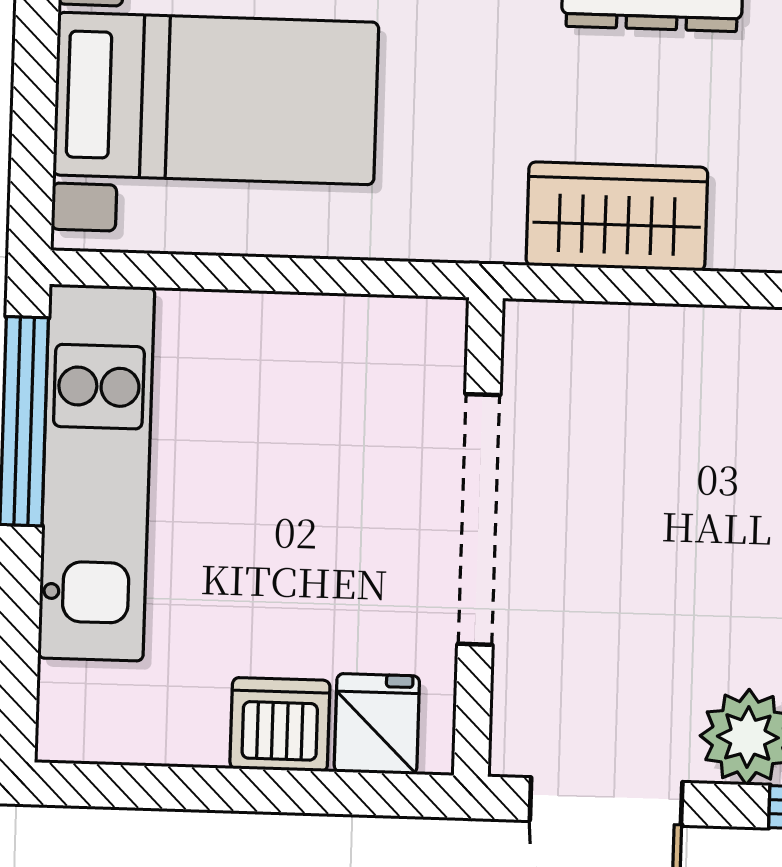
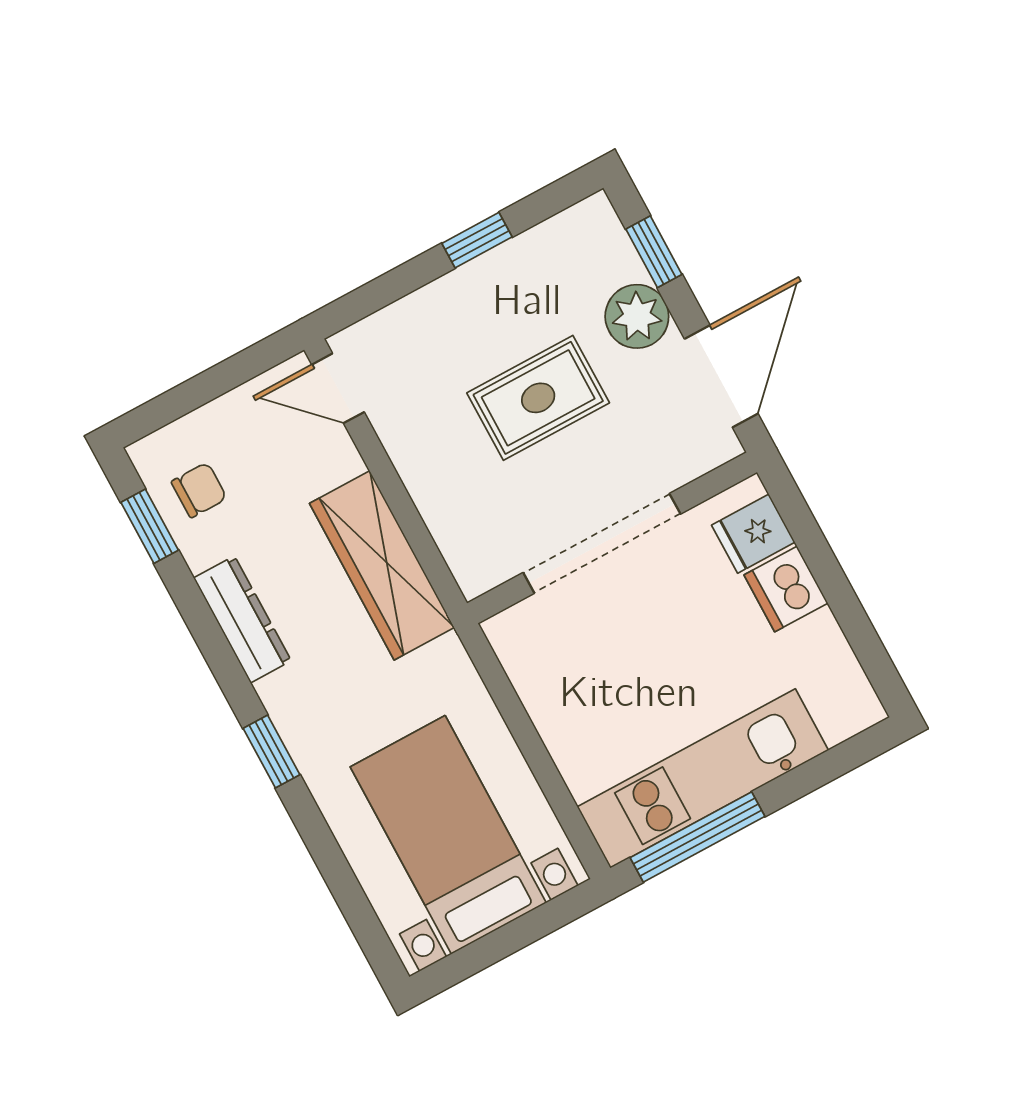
wardrobe: (617, 216) -> (382, 565), width x1.50
rug: (717, 547) -> (538, 398), added

